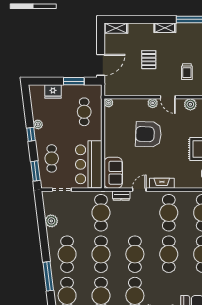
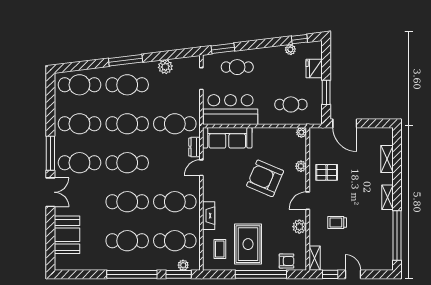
shelving: (116, 28) -> (387, 159), moved
pallet: (149, 60) -> (327, 172), moved
plant: (153, 103) -> (301, 166), moved
plant: (38, 124) -> (290, 50), moved
window: (31, 134) -> (299, 39), moved
armchair: (148, 134) -> (265, 178), turned -69
sofa: (113, 173) -> (227, 138), width x1.36
fireplace: (162, 183) -> (209, 216), moved
door: (139, 190) -> (201, 168), swing flipped
window: (48, 276) -> (126, 60), moved

